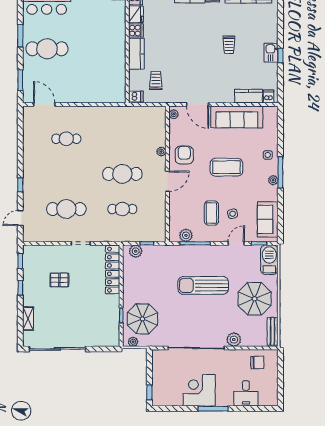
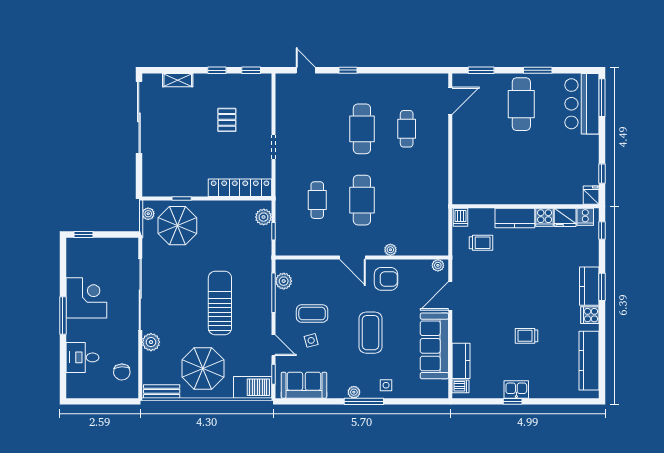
cafe table: (66, 209) -> (362, 129), moved

